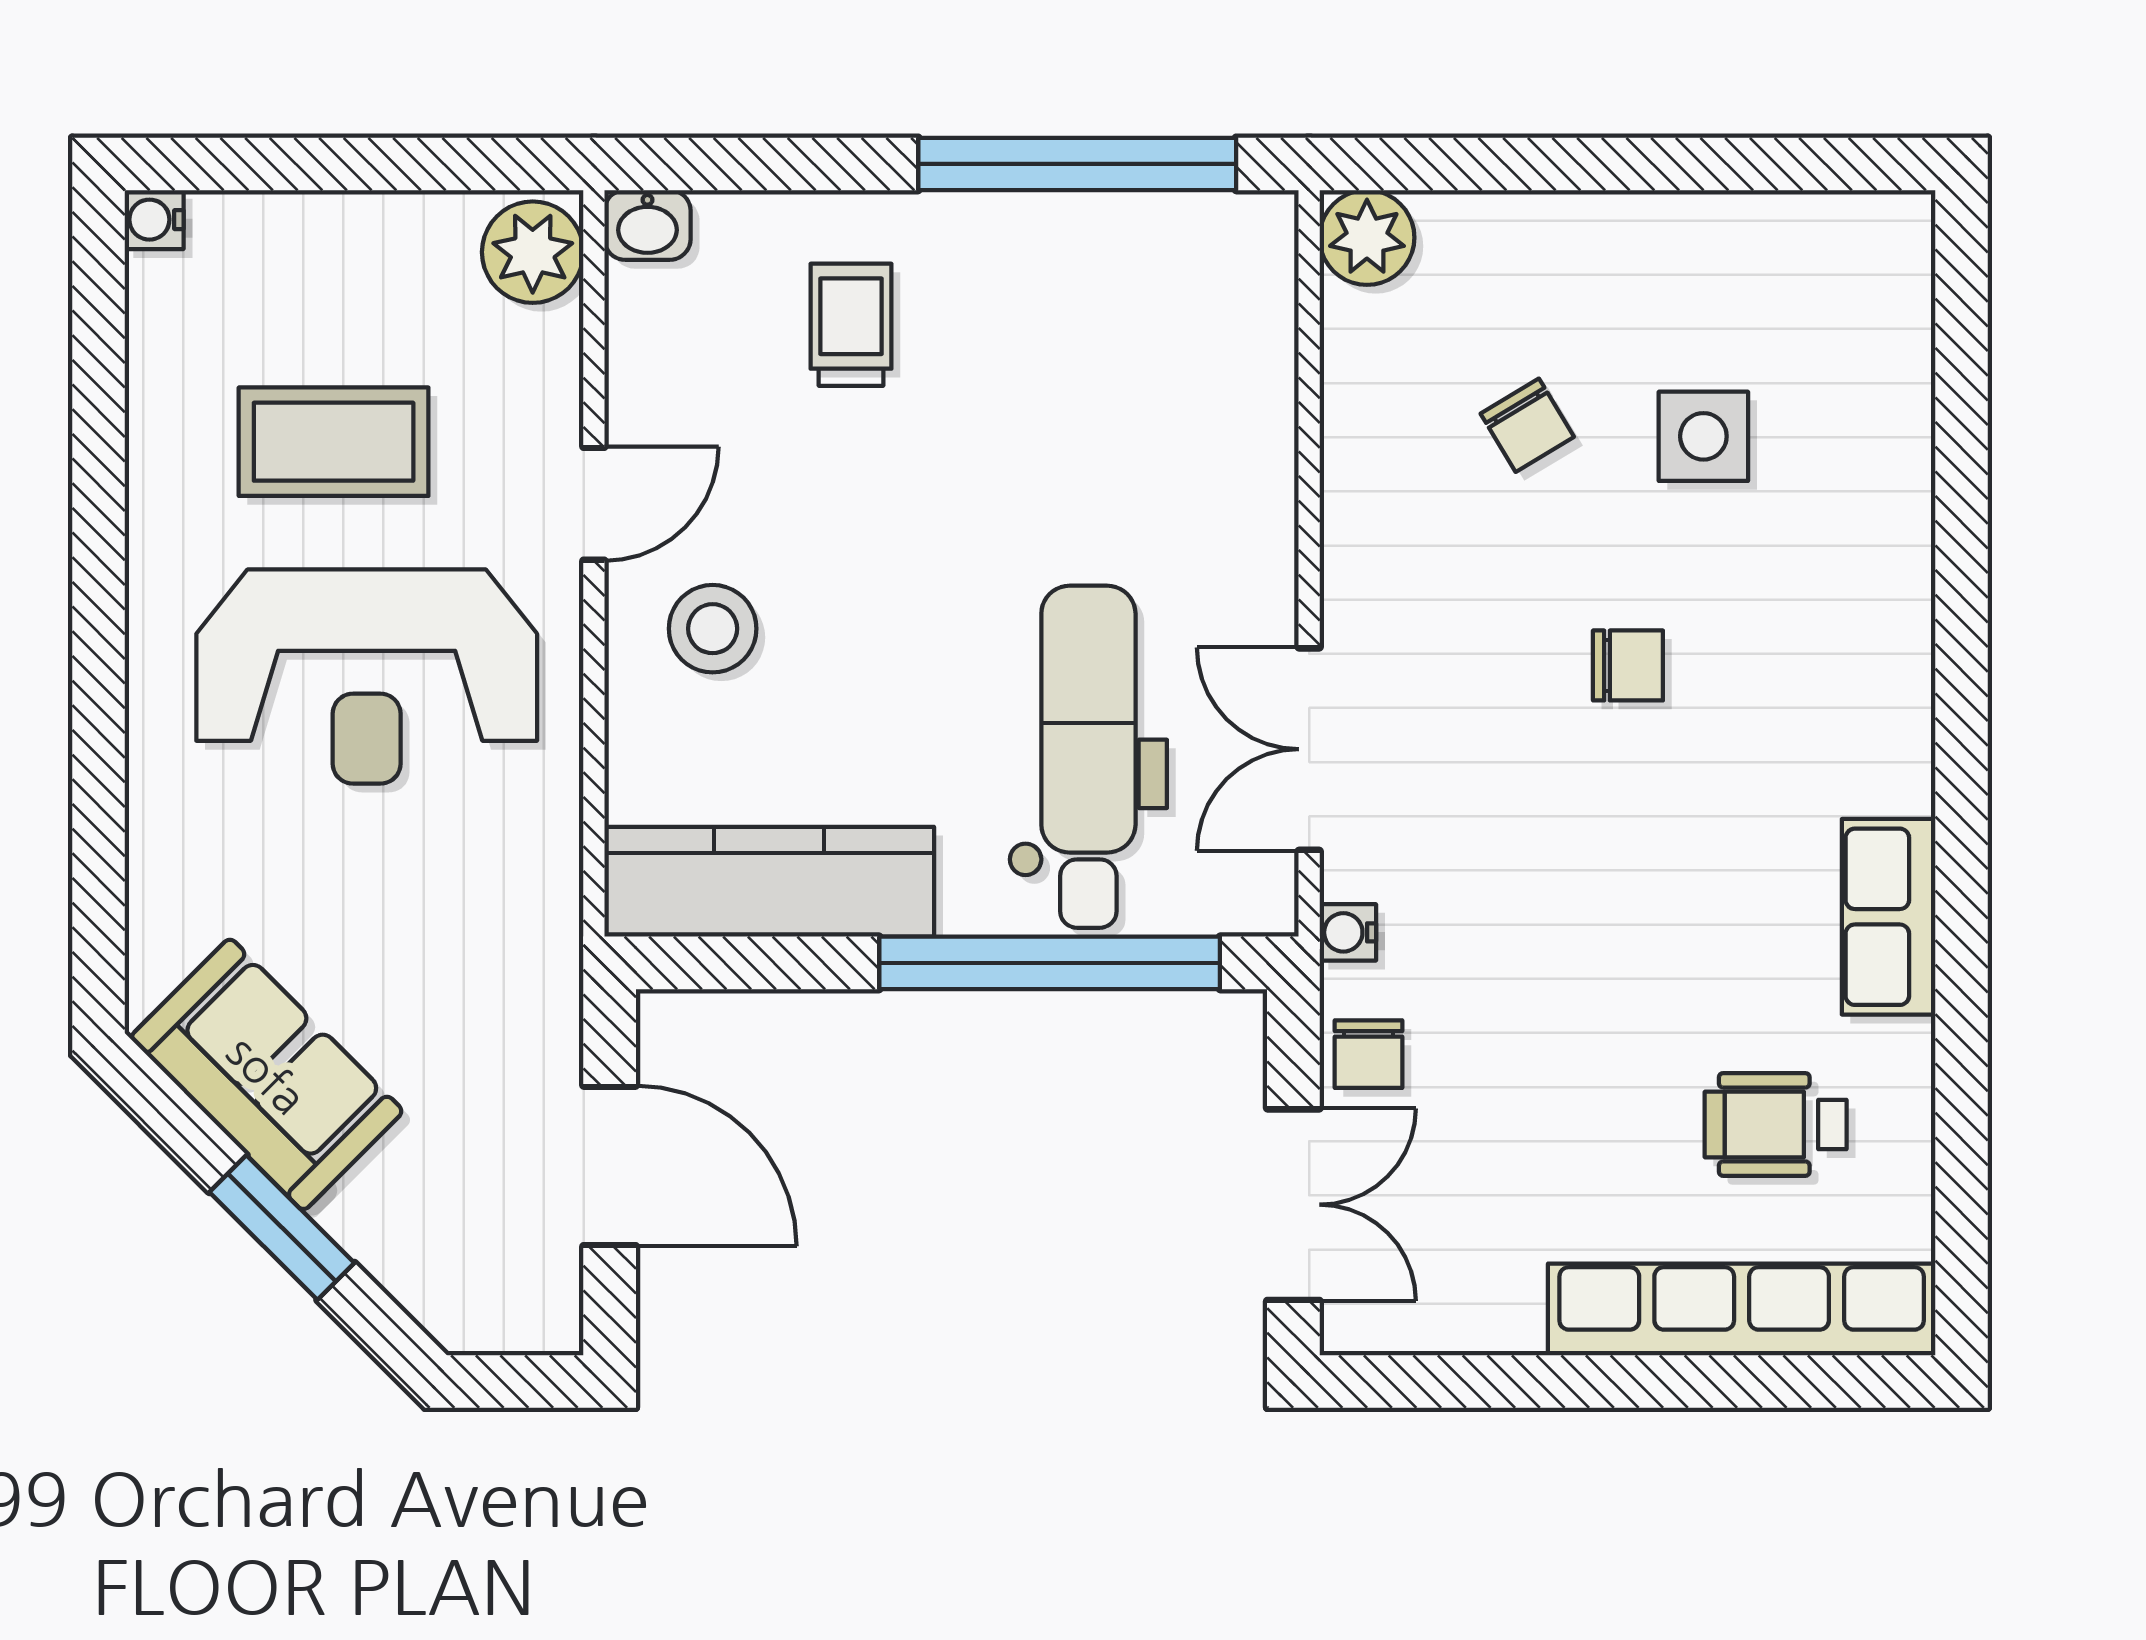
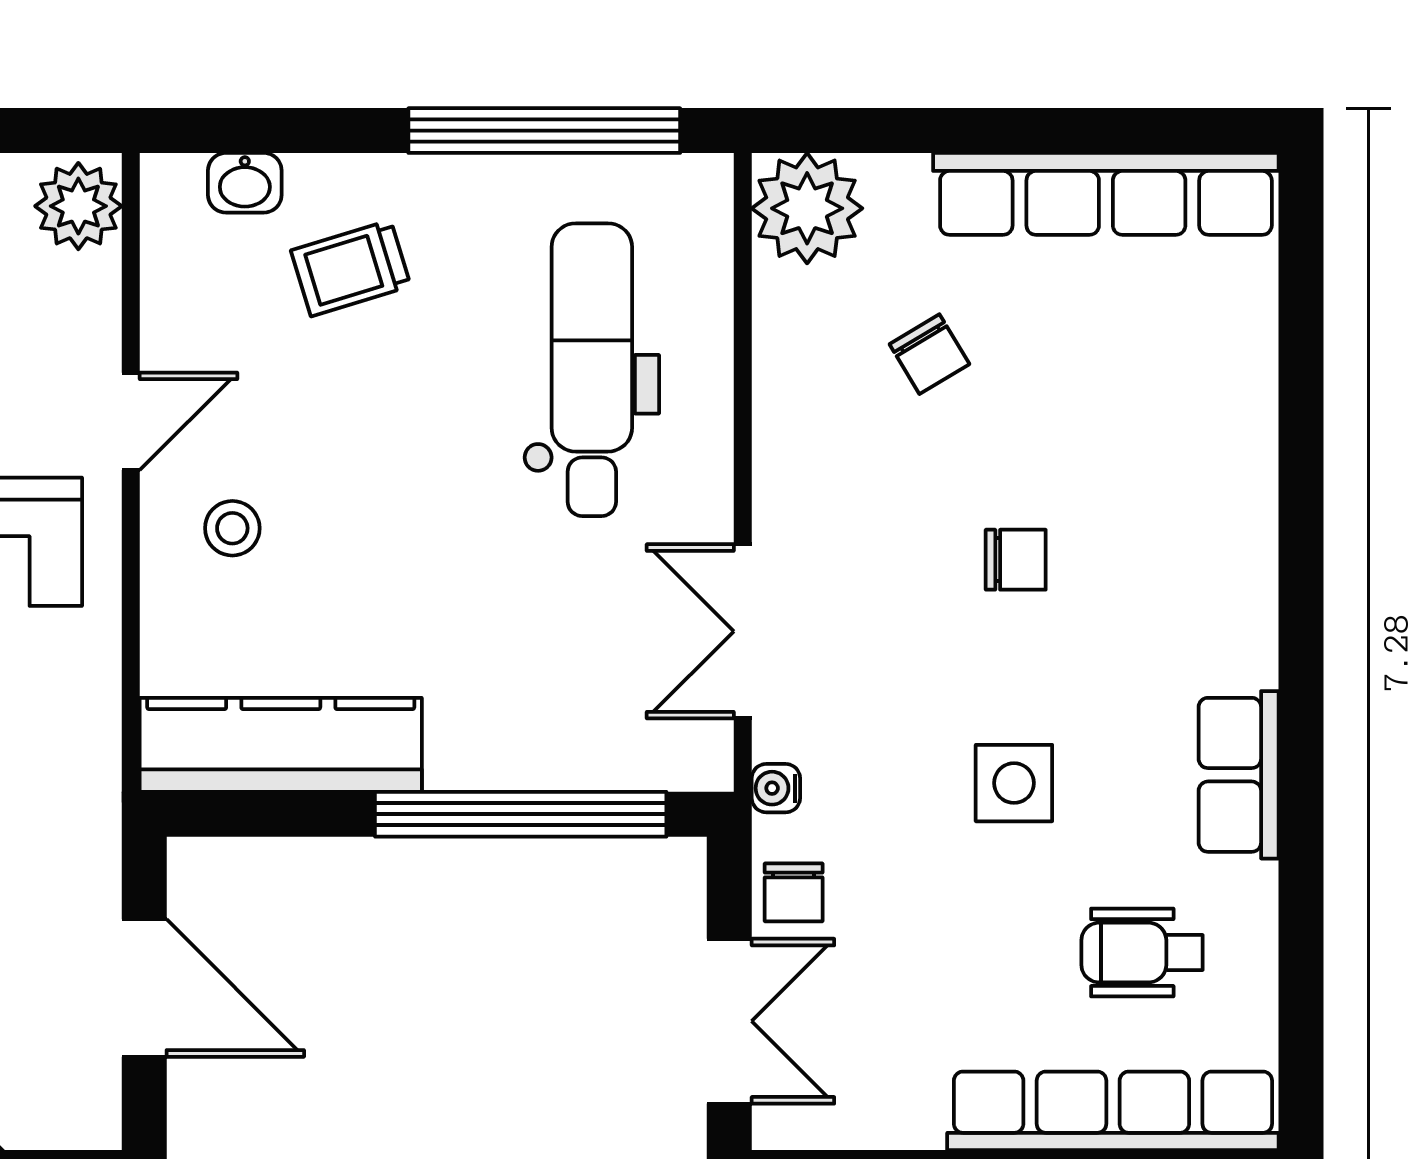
washbasin: (647, 225) -> (245, 183), moved
plant: (1367, 238) -> (807, 208), width x1.36, depth x1.36
row of seats: (1733, 238) -> (1106, 194), added
trolley: (851, 325) -> (351, 268), turned -107
side table: (1703, 436) -> (1014, 783), moved
stool: (713, 629) -> (232, 528), width x0.73, depth x0.73
dental chair: (1088, 757) -> (592, 370), moved

